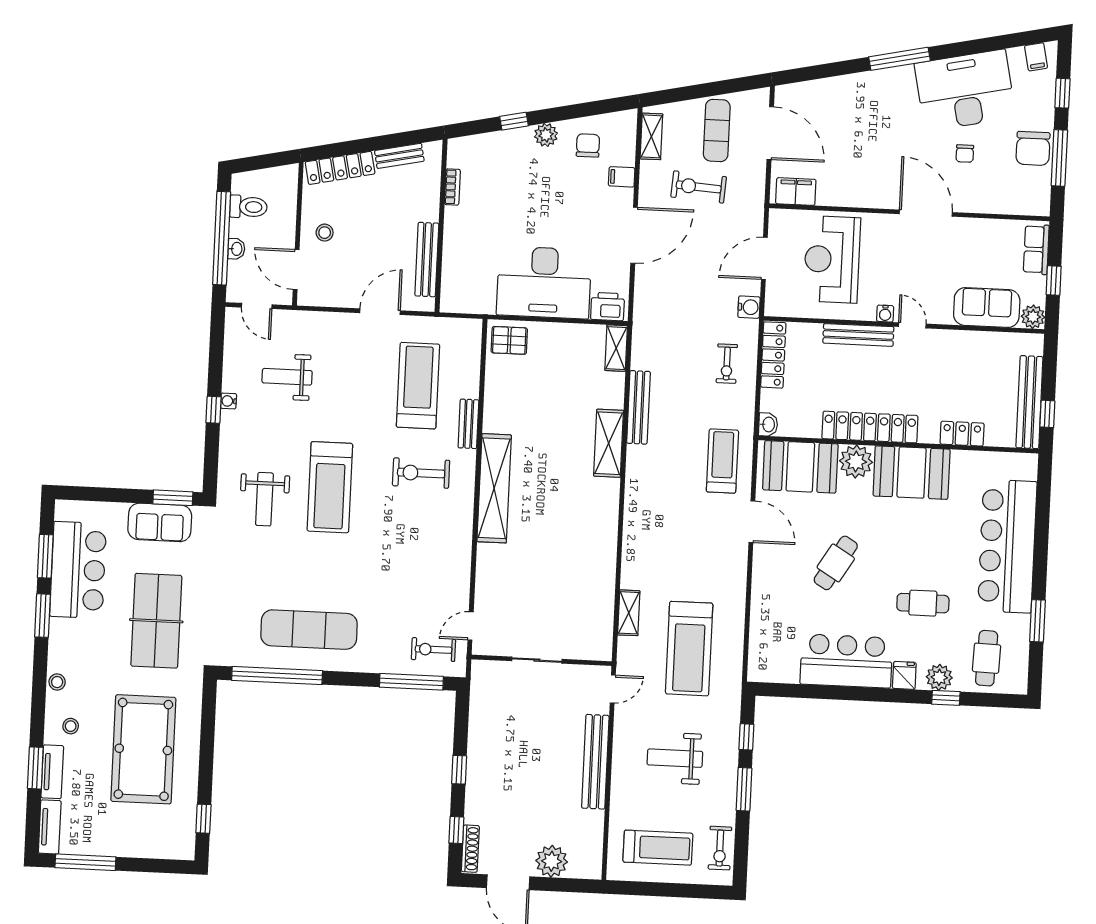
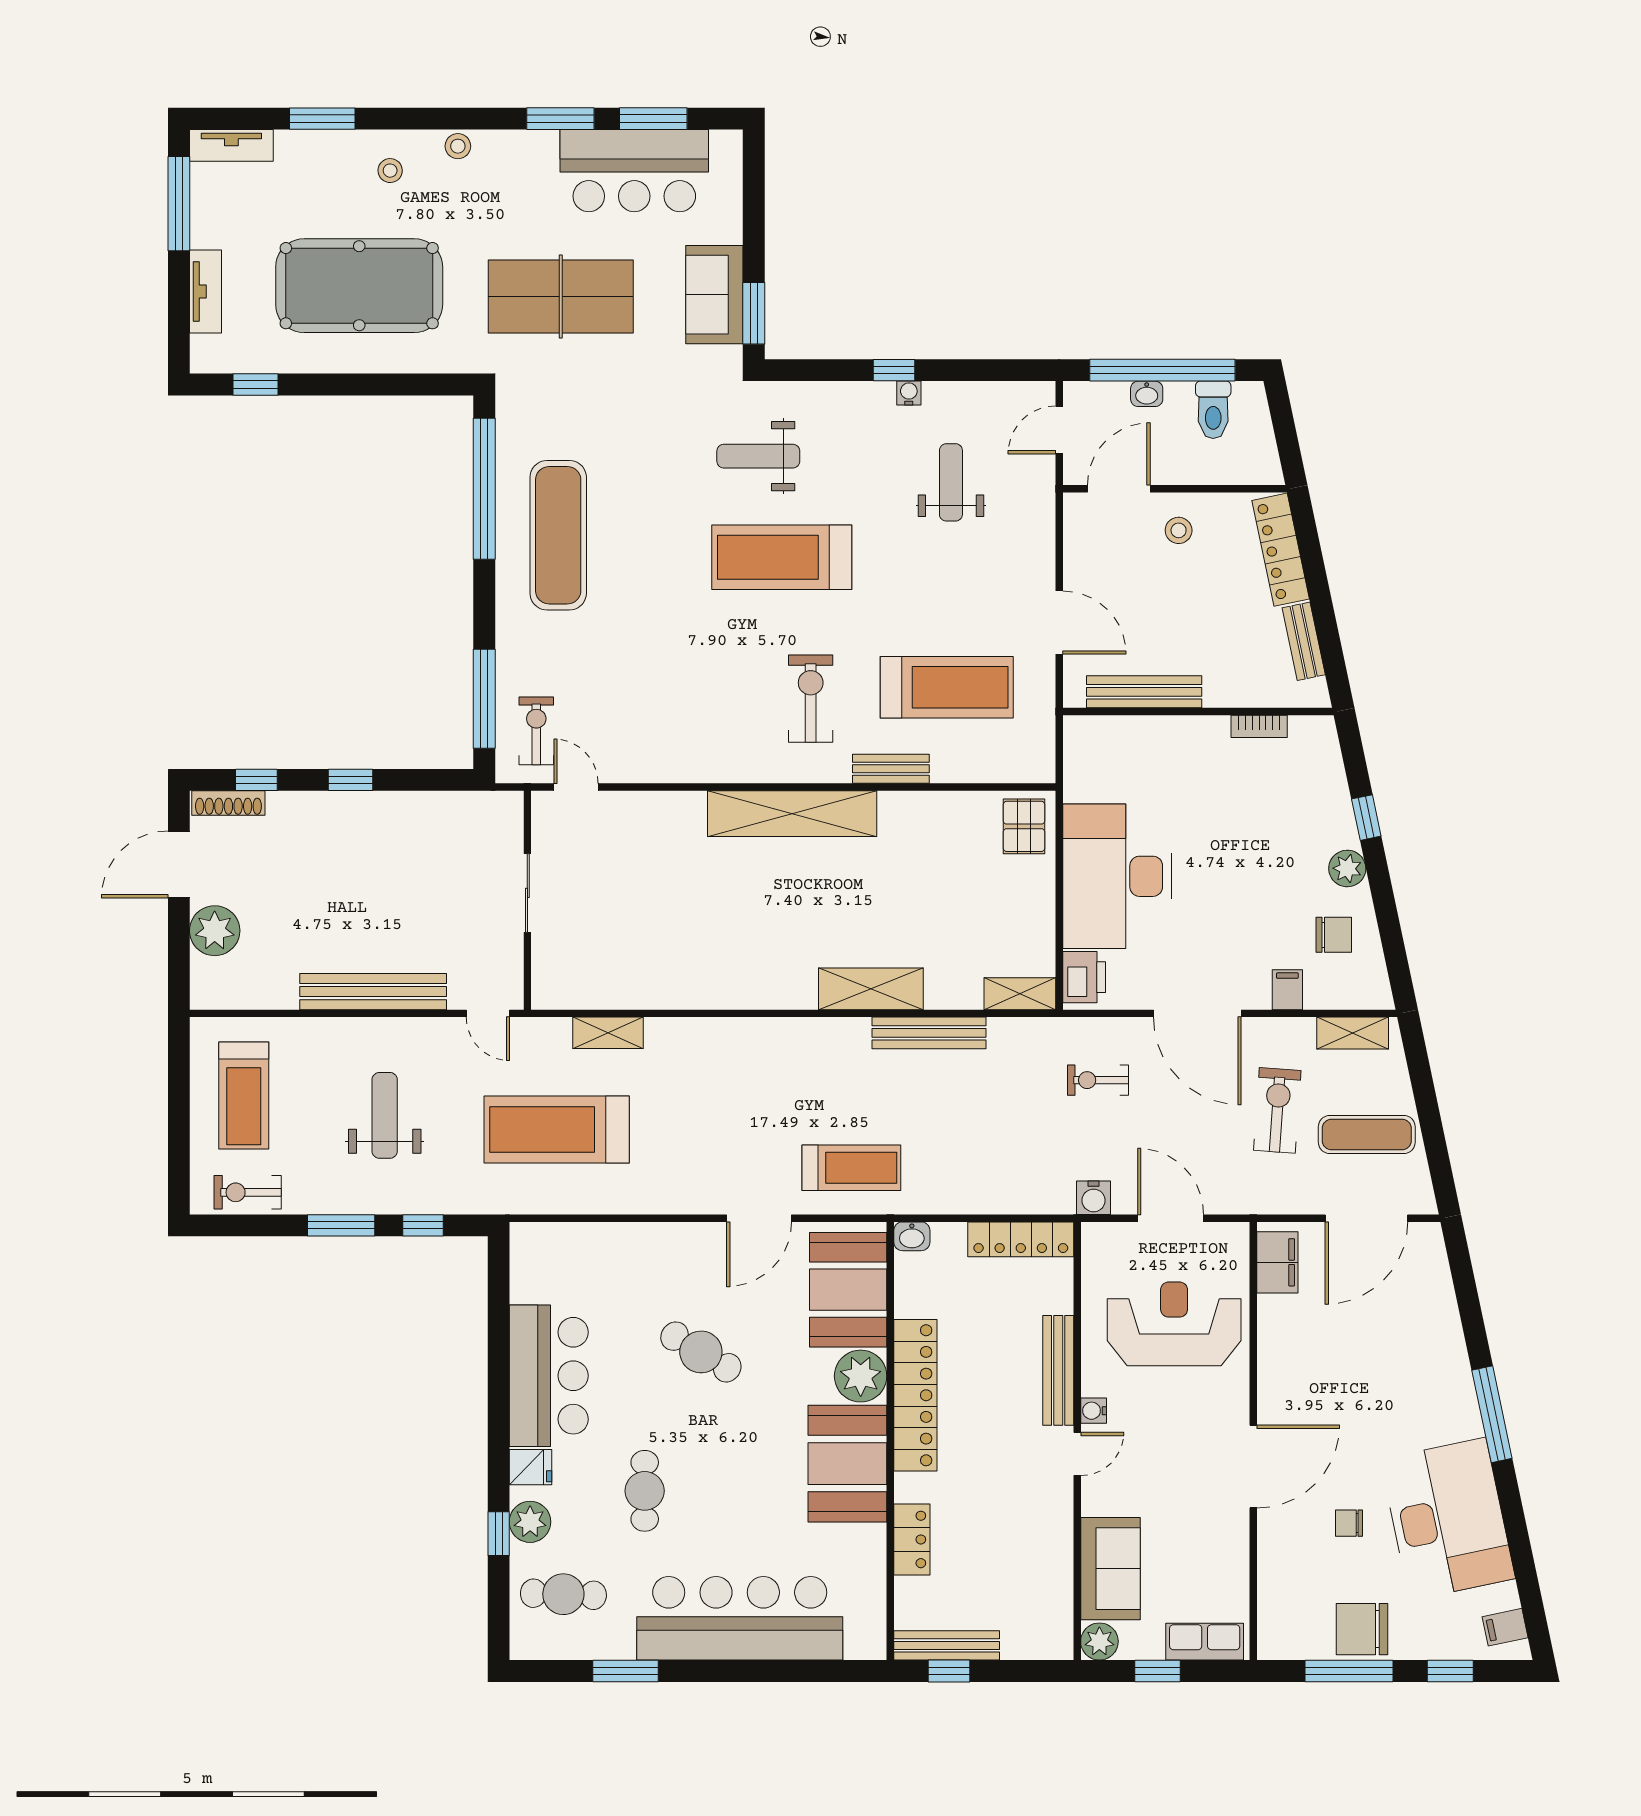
exercise bike: (727, 364) -> (1098, 1080), moved
bench: (1029, 402) -> (947, 1645), width x0.73, depth x0.82
tv unit: (52, 772) -> (205, 291), moved, turned -90

